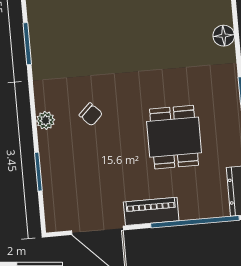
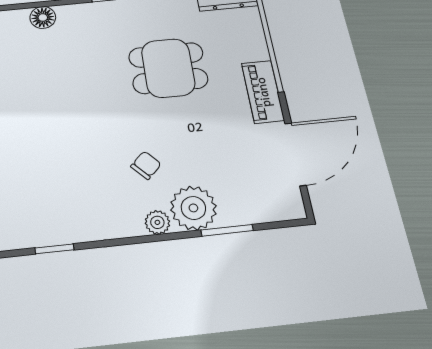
window: (27, 44) -> (55, 249), width x0.67
plant: (56, 148) -> (193, 208), added

